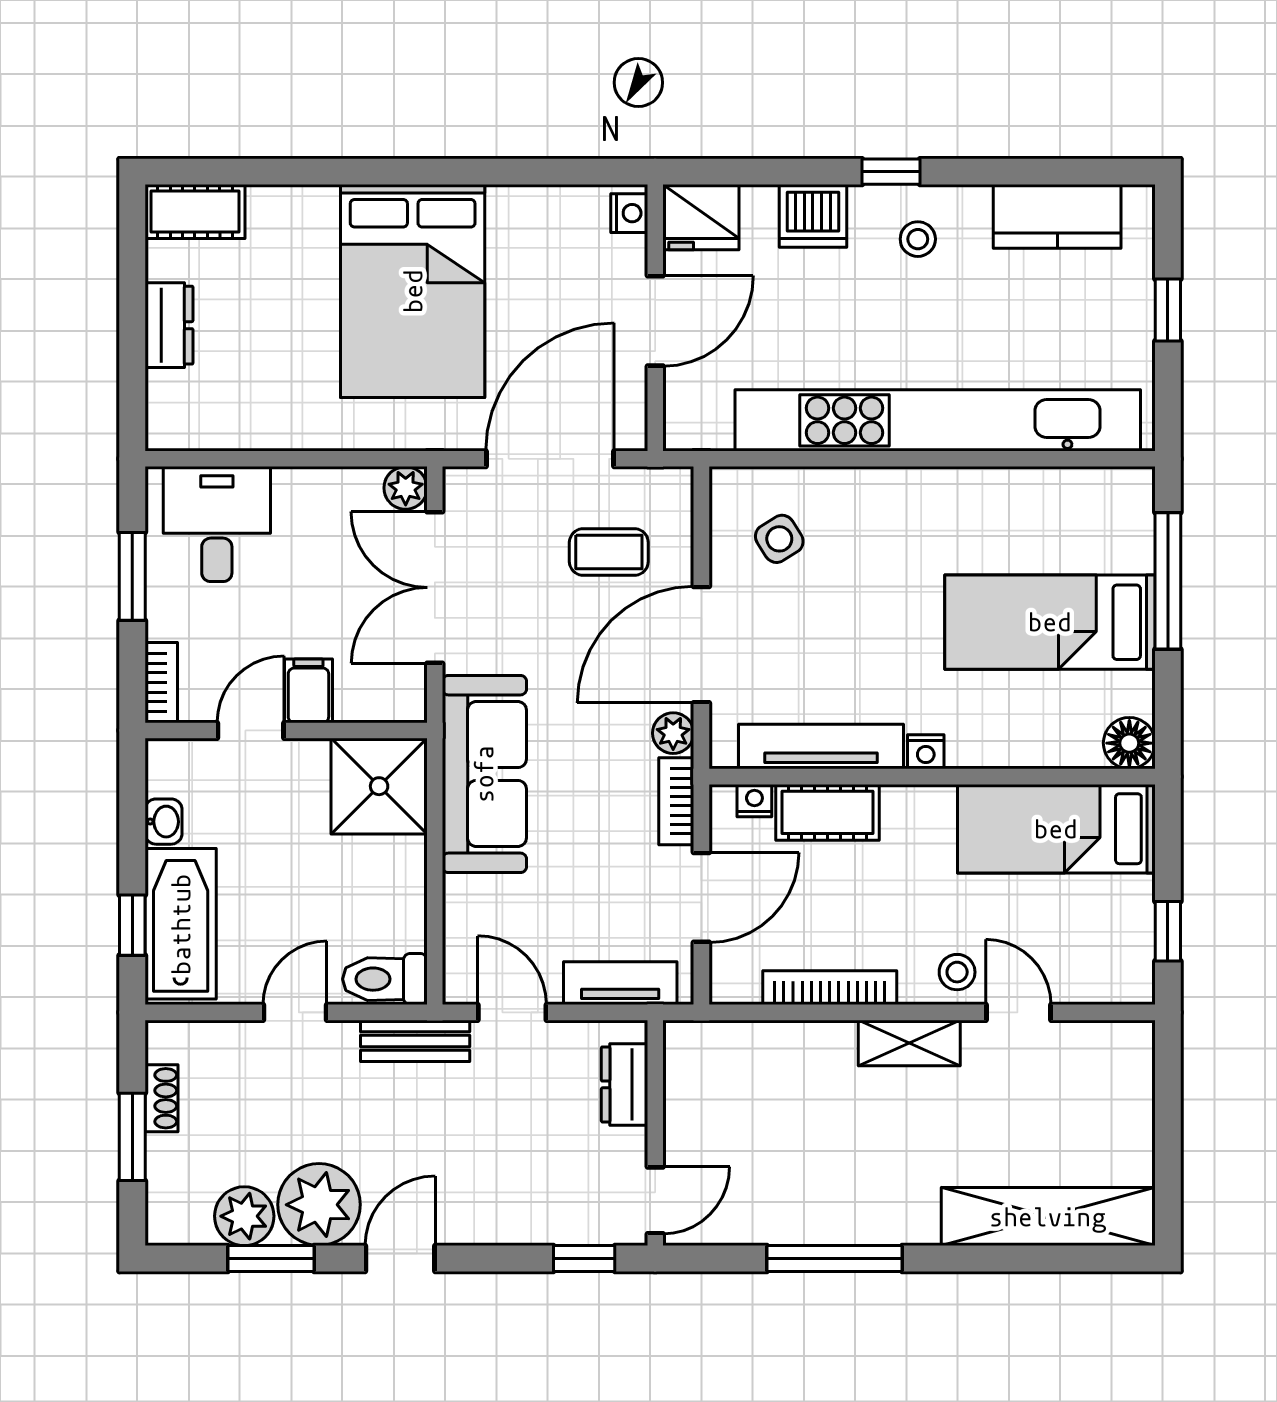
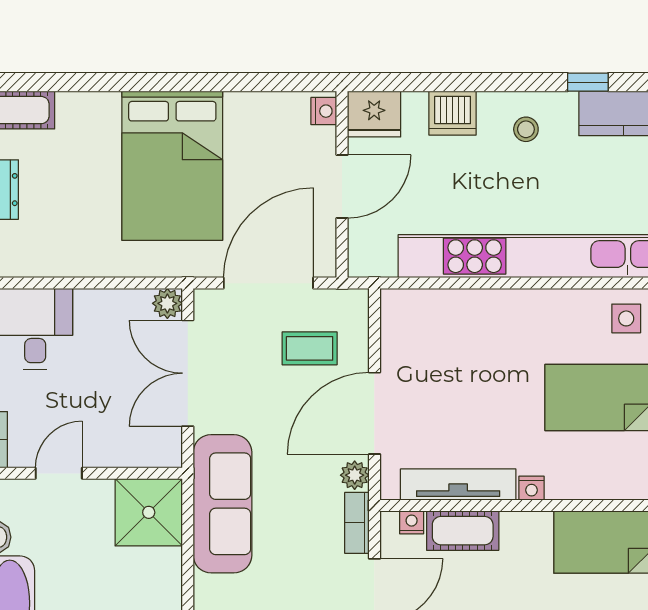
window: (891, 172) -> (588, 82), moved
side table: (779, 539) -> (626, 318), moved, turned 32
filing cabinet: (308, 691) -> (99, 446), removed

